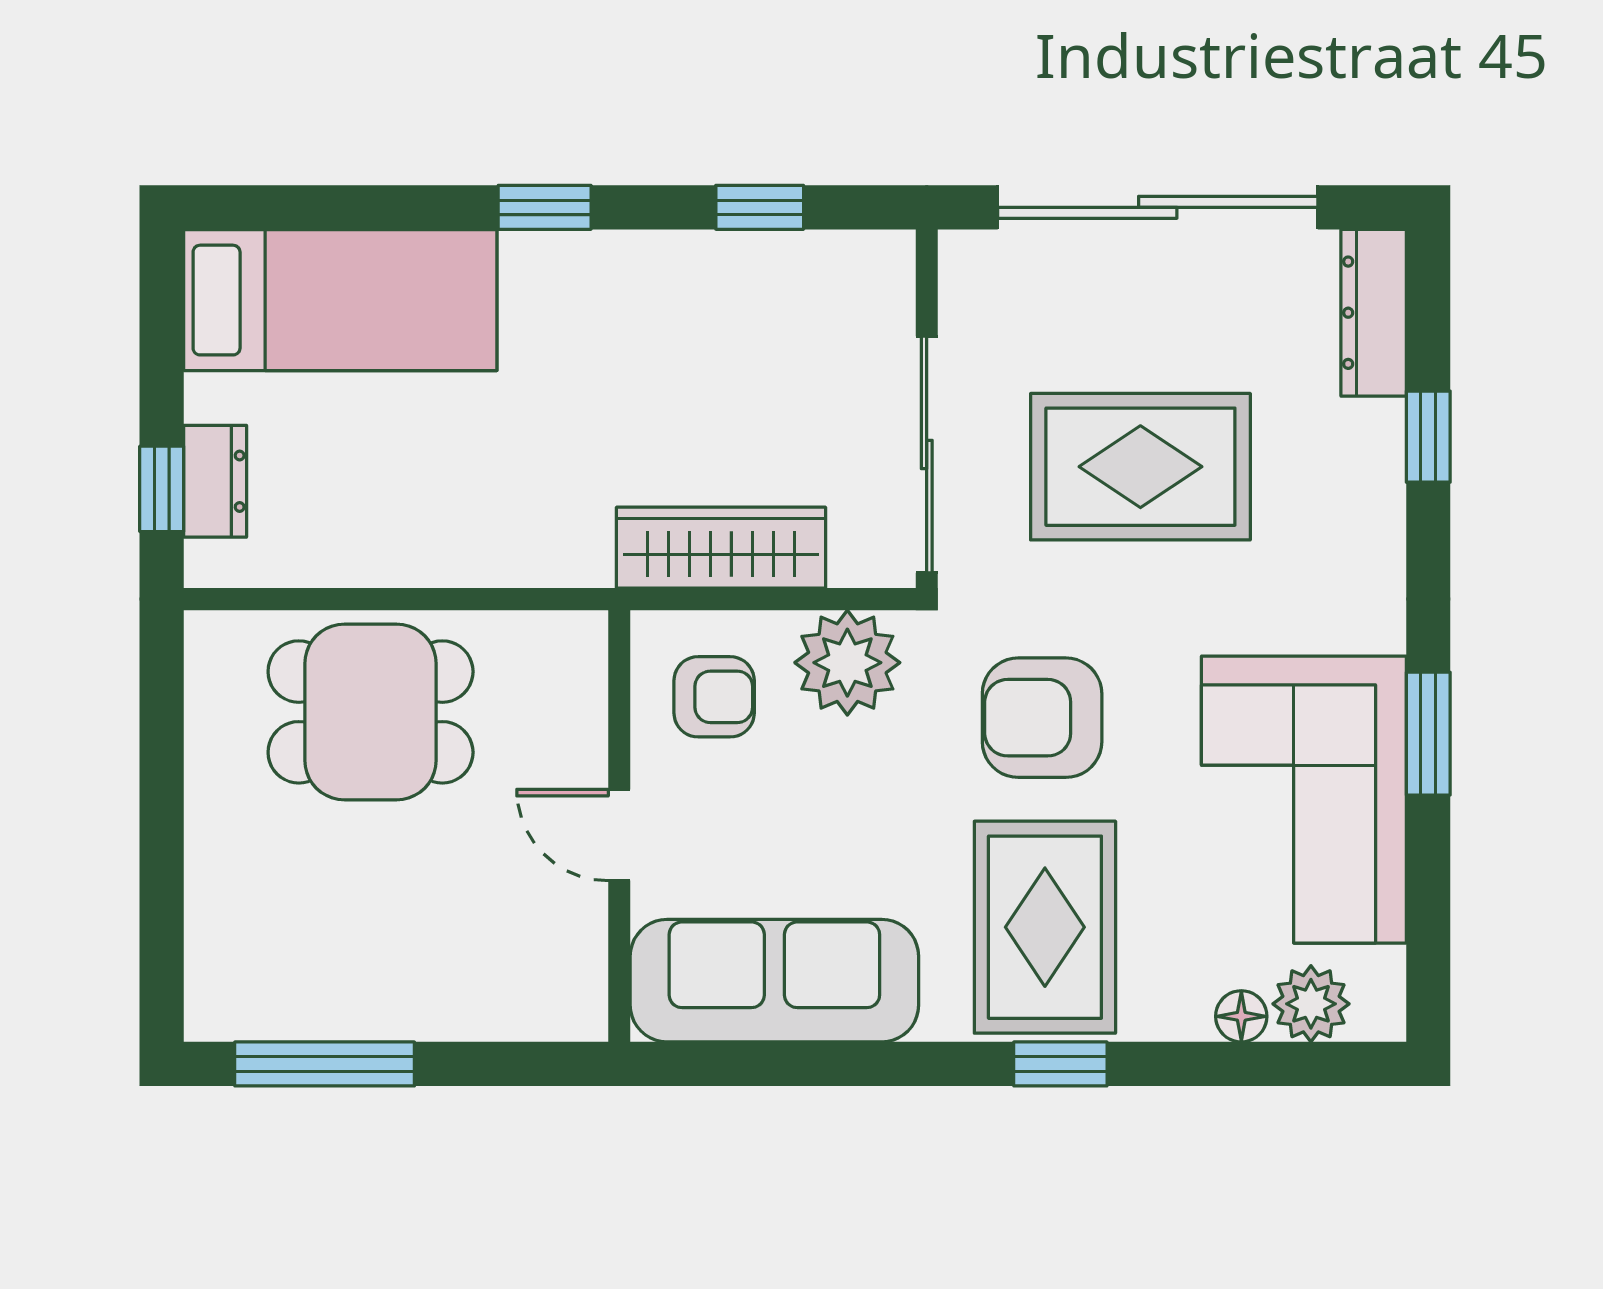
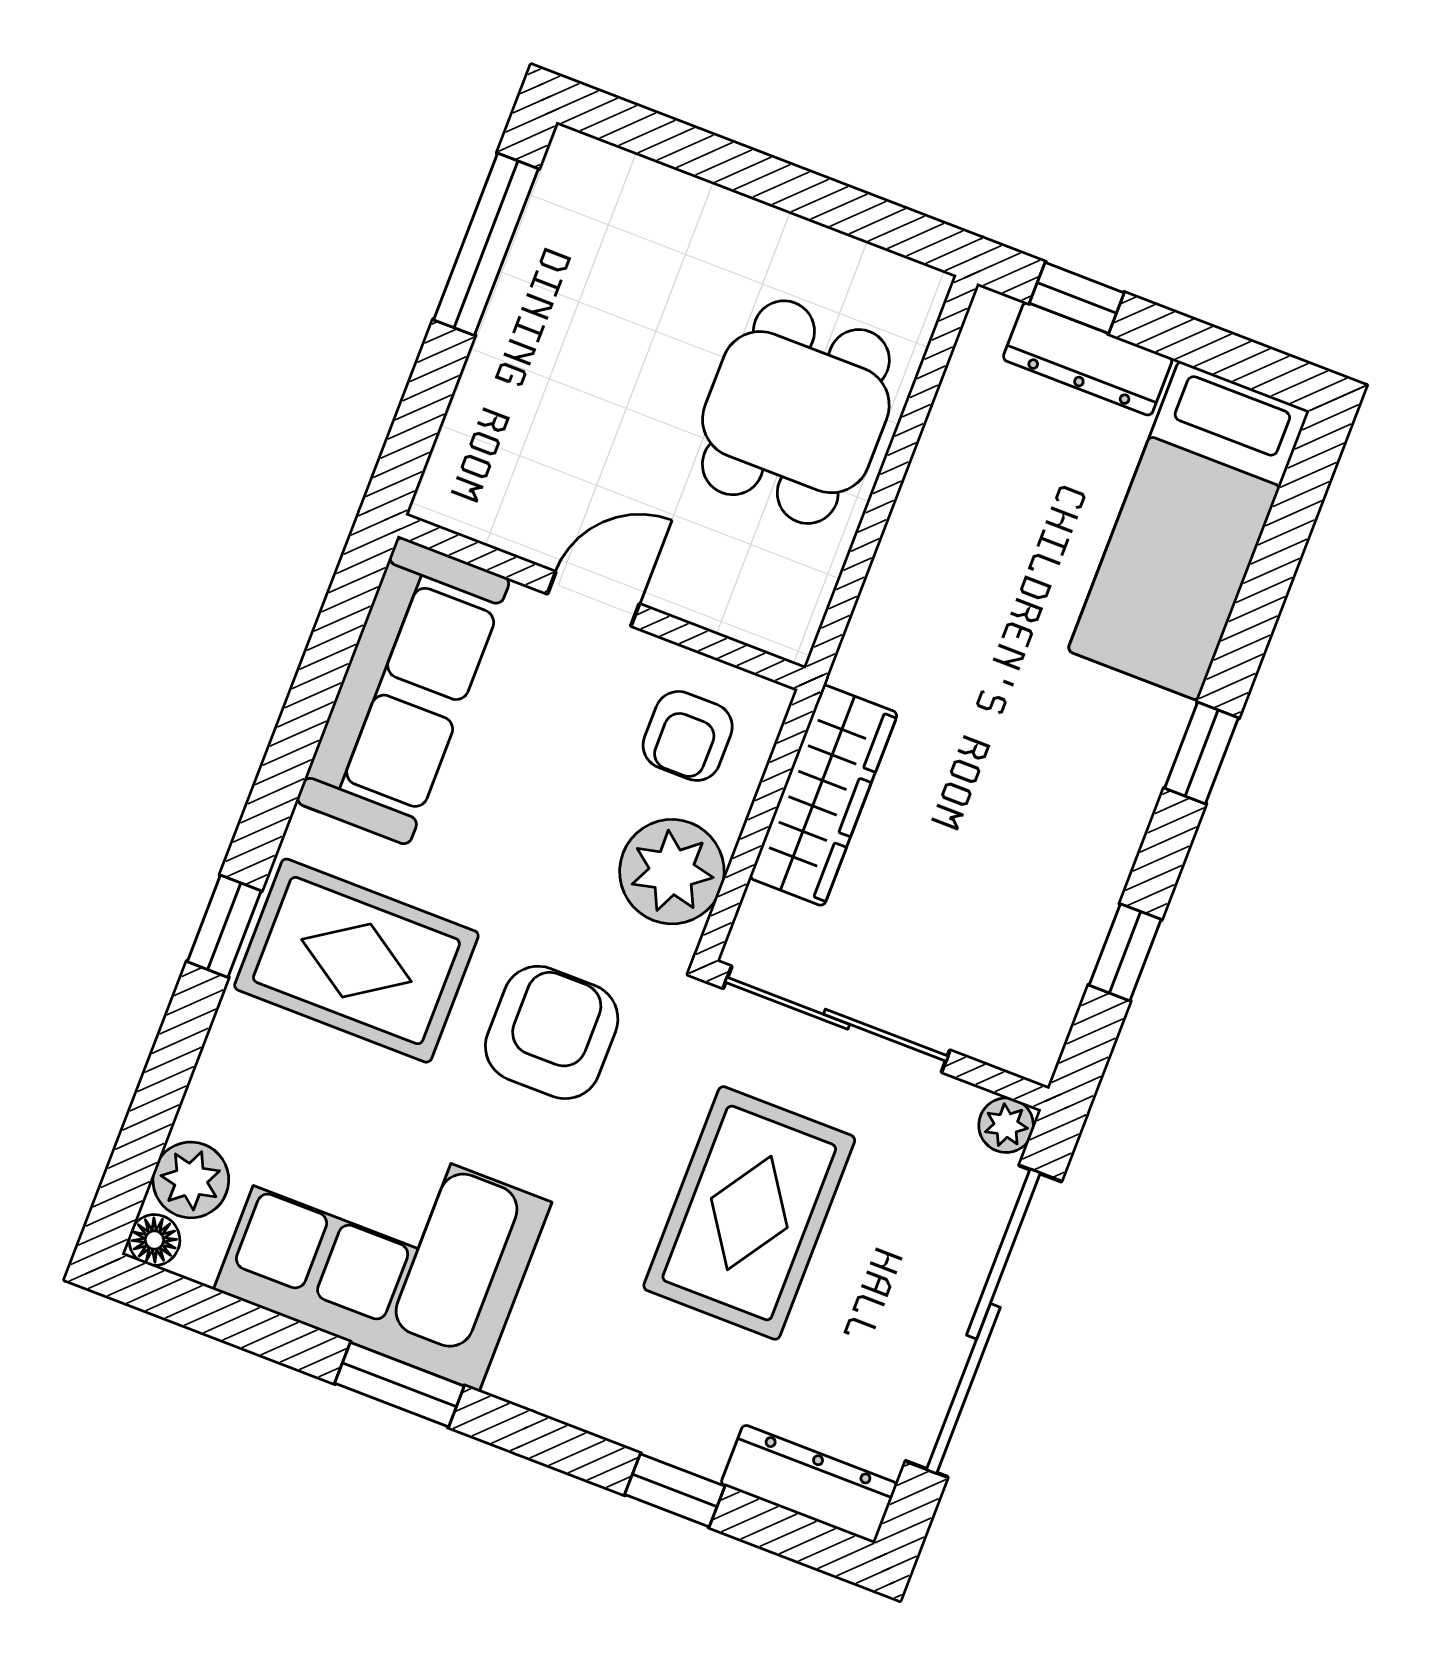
plant: (965, 257) -> (1006, 1125), added
dresser: (215, 481) -> (1088, 359), width x1.44
floor lamp: (1241, 1016) -> (154, 1240), moved

